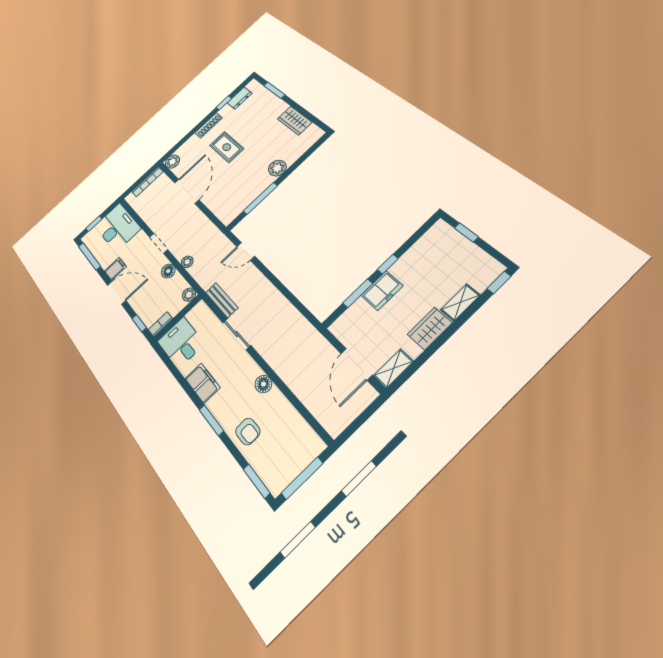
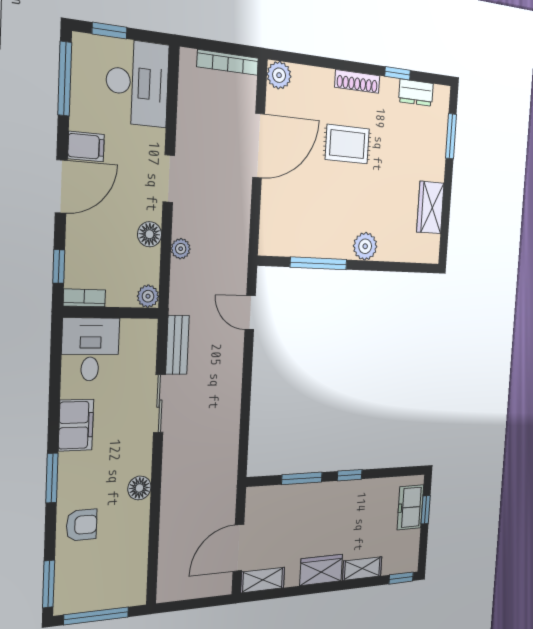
rug: (227, 147) -> (347, 144), turned 90
freezer: (382, 291) -> (410, 507), moved, turned 90
door: (117, 293) -> (61, 187), hinge flipped
armchair: (248, 431) -> (82, 525), turned -89

